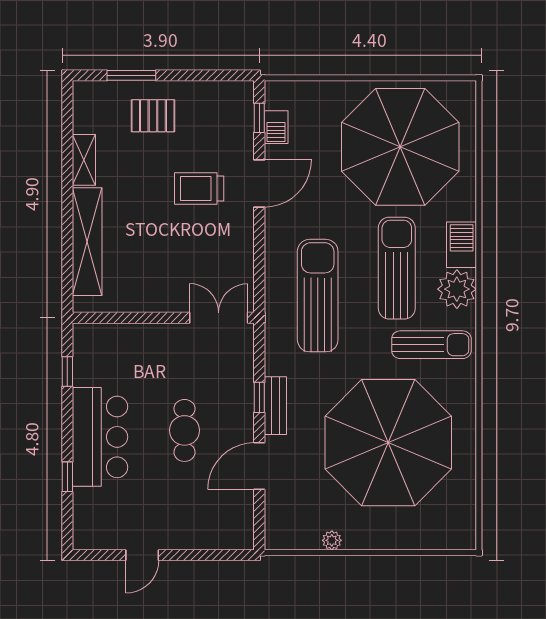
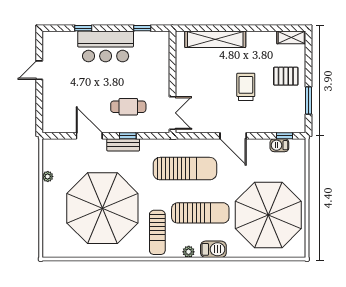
window: (131, 75) -> (308, 101), moved
pallet: (153, 116) -> (286, 76), turned 90
shelving: (84, 160) -> (291, 37), moved
door: (259, 183) -> (233, 136), moved
trolley: (199, 189) -> (246, 87), moved
plant: (457, 289) -> (189, 252), width x0.53, depth x0.53
cafe table: (185, 430) -> (128, 107), moved
door: (142, 555) -> (39, 70), hinge flipped

